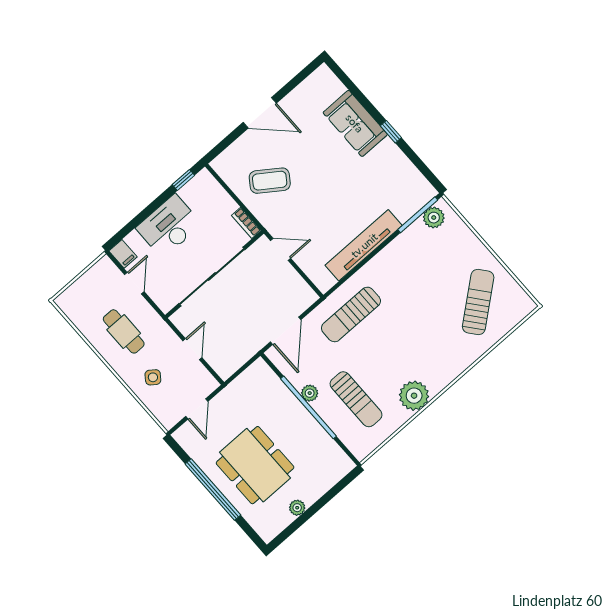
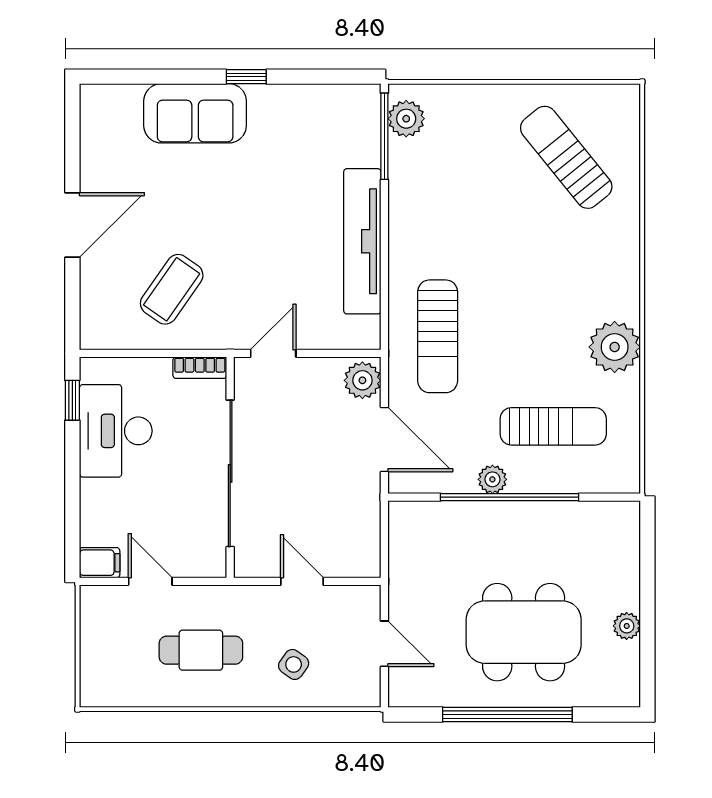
desk: (169, 226) -> (116, 431), moved
plant: (303, 299) -> (362, 380), added

